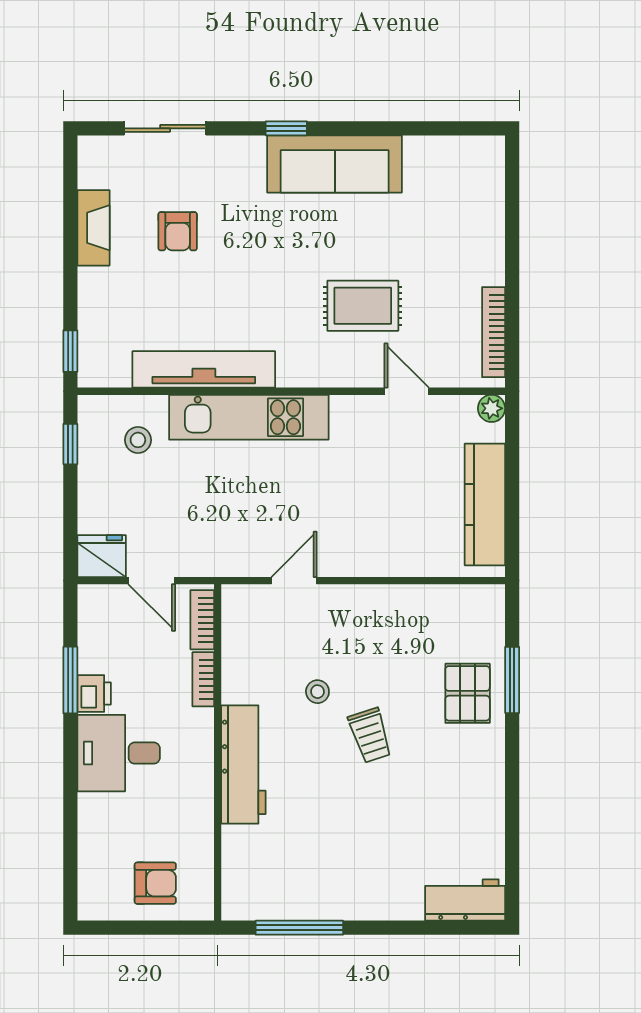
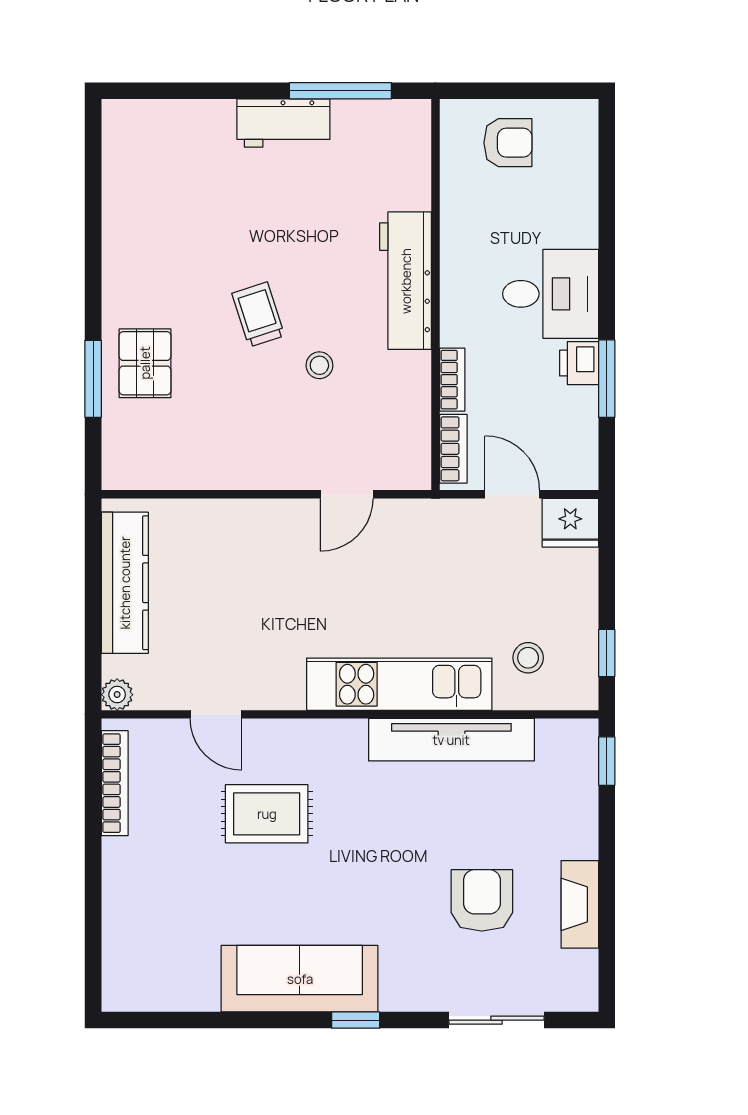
armchair: (178, 231) -> (482, 900), width x1.38, depth x1.38
armchair: (155, 883) -> (508, 143), turned 180
workbench: (465, 900) -> (283, 123), moved

